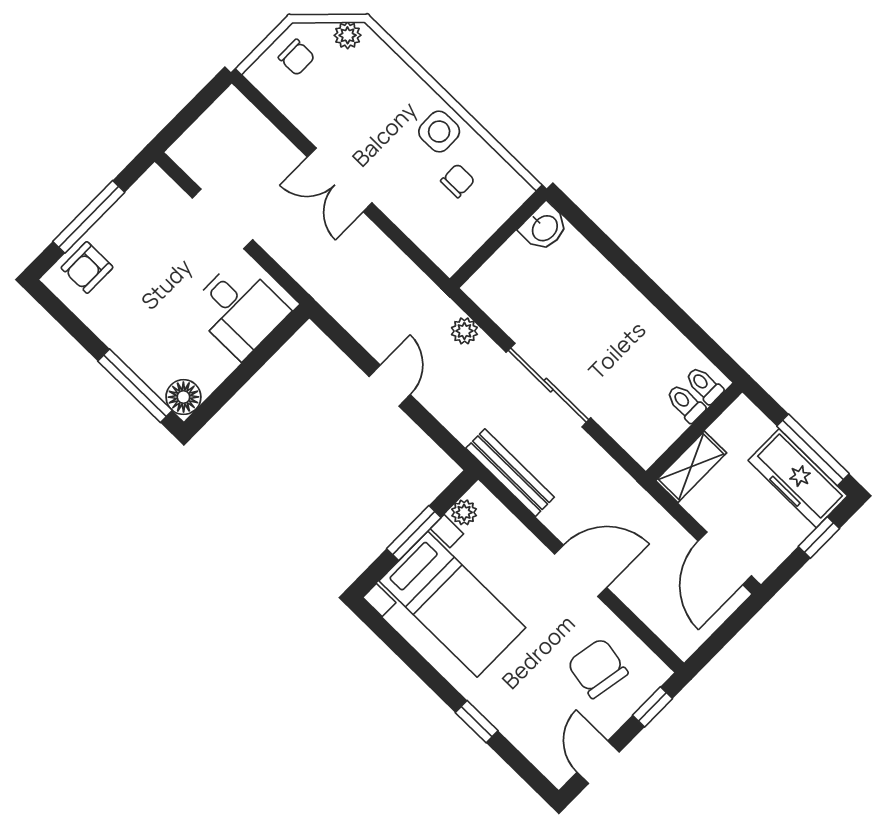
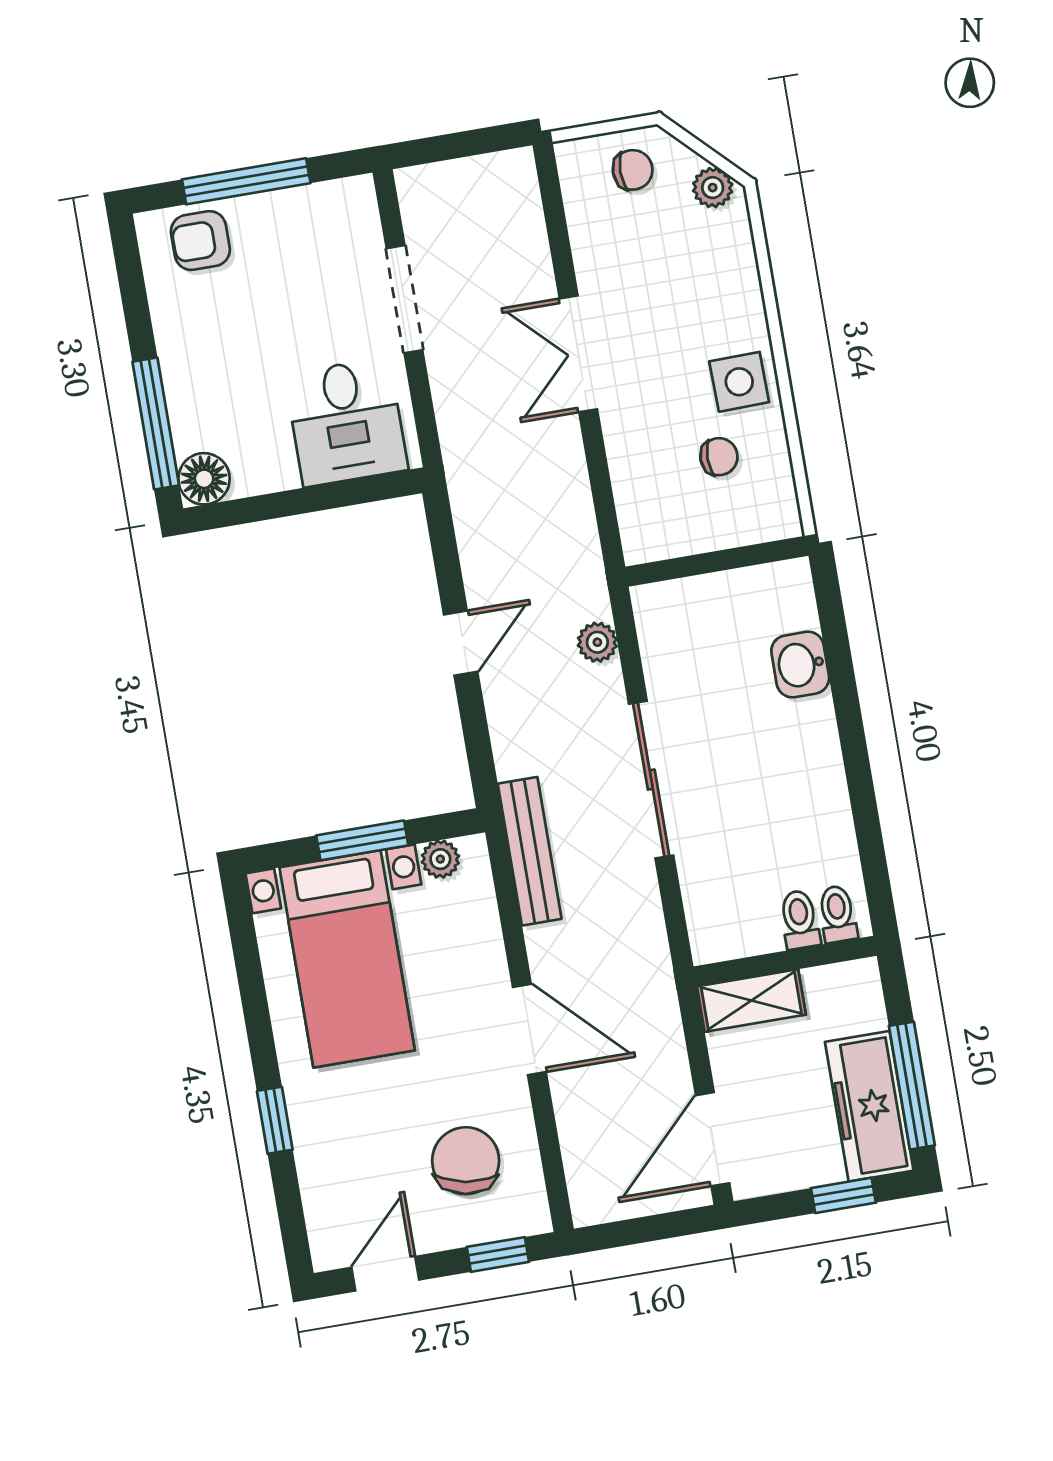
chair: (297, 57) -> (633, 170), turned -90
washbasin: (544, 227) -> (800, 665), moved, turned 90

